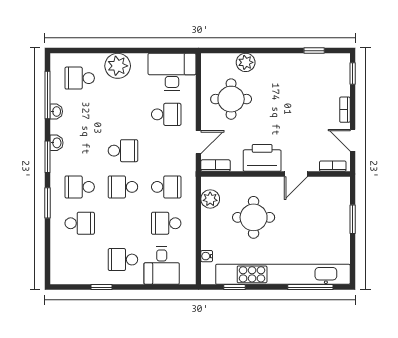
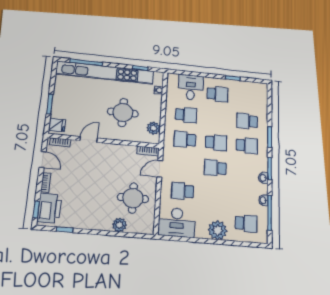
printer: (262, 158) -> (49, 208), moved, turned -90
fridge: (339, 190) -> (57, 125), added

